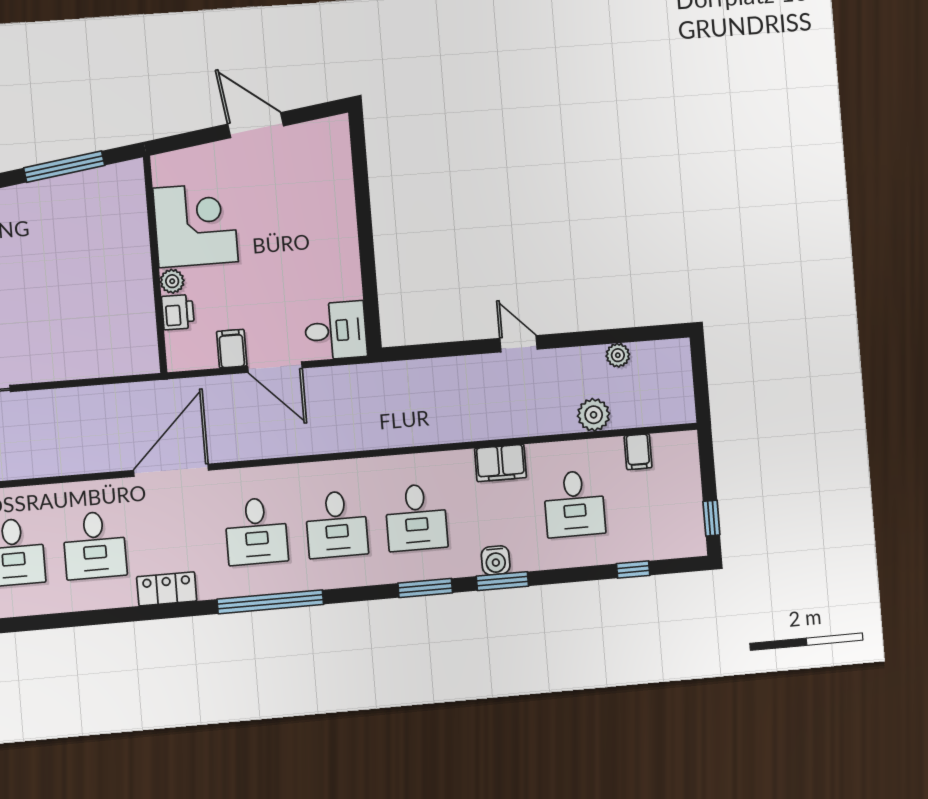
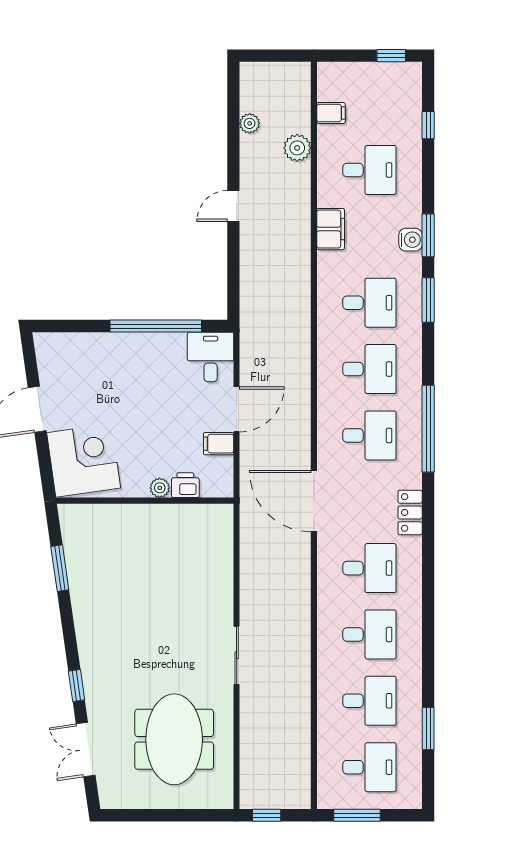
window: (64, 167) -> (60, 568), width x0.69
corner desk: (196, 225) -> (84, 460), moved, turned 82
window: (368, 261) -> (156, 326), added

